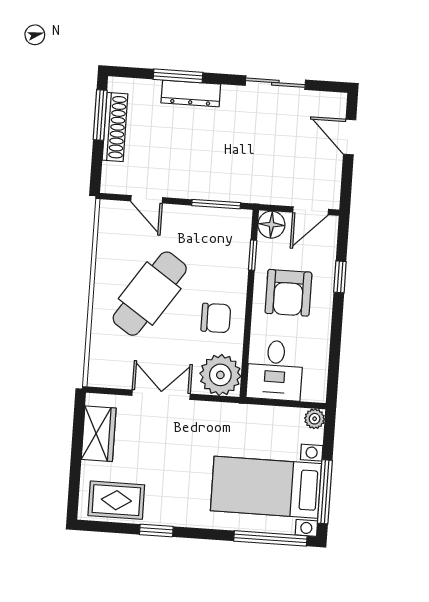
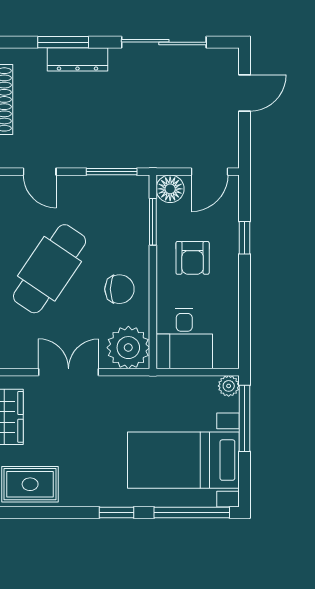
sliding door: (275, 83) -> (164, 42), width x1.37
door: (350, 137) -> (245, 93), swing flipped
window: (253, 255) -> (153, 222), width x1.50
armchair: (288, 293) -> (193, 258), width x0.72, depth x0.72
window: (325, 492) -> (245, 418), moved
window: (156, 530) -> (116, 513), moved

